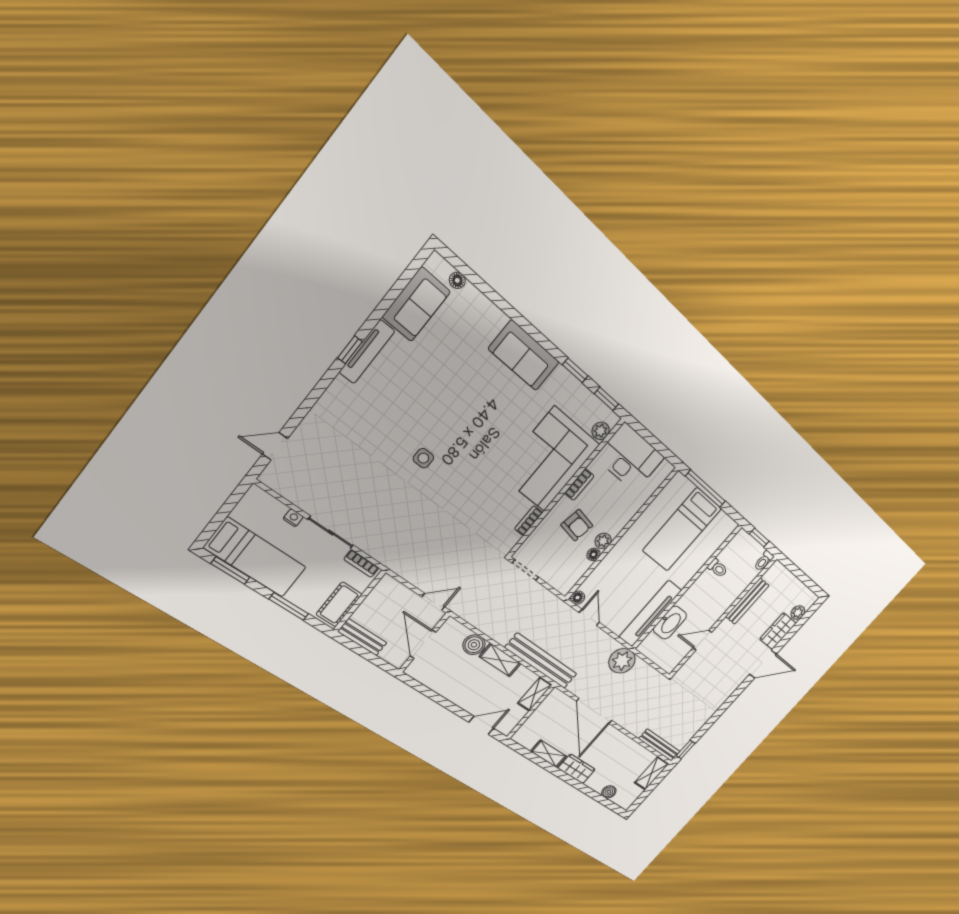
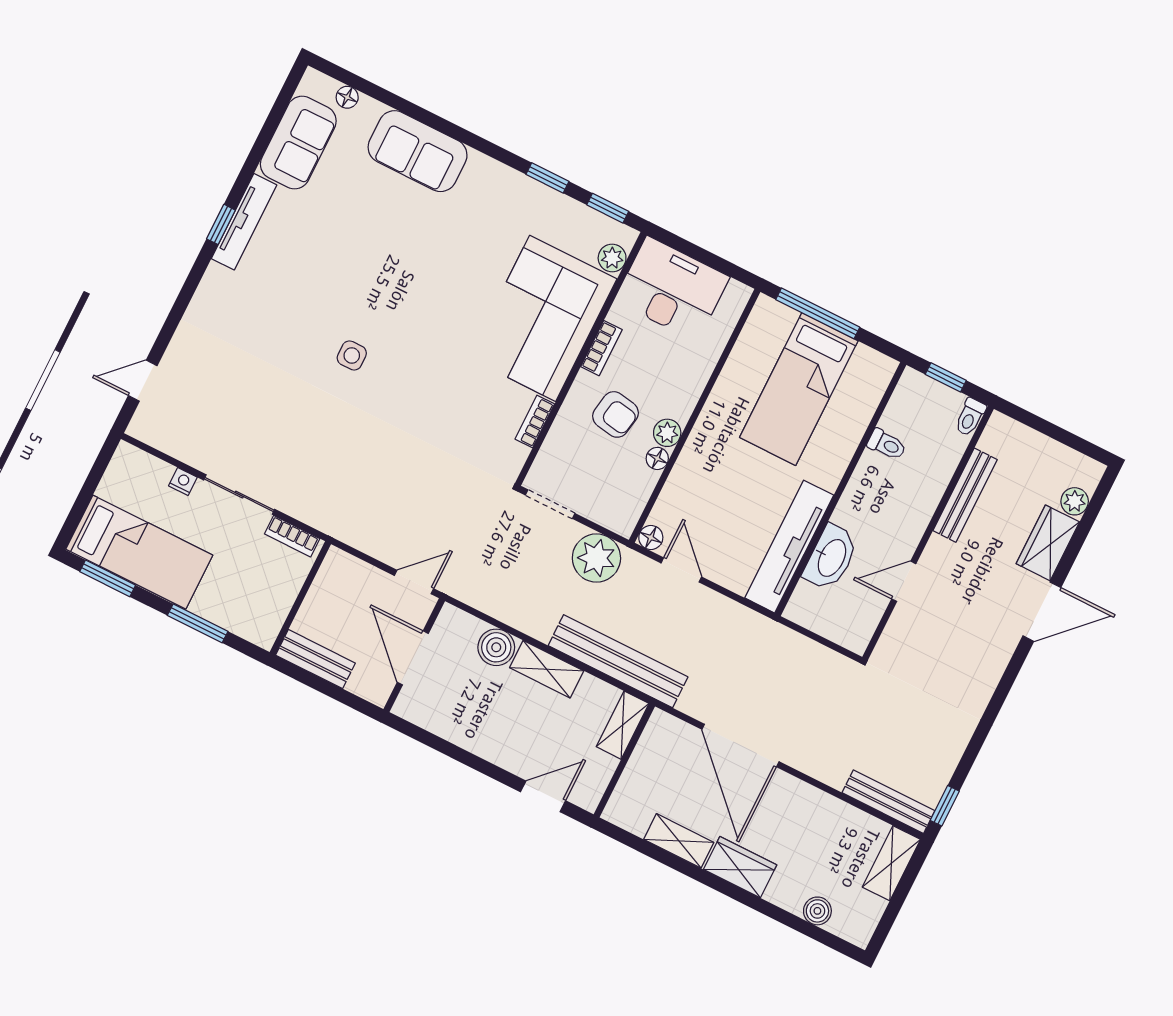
sofa: (524, 356) -> (418, 151), moved
cot: (339, 604) -> (271, 609), removed
plant: (622, 661) -> (596, 558), moved

